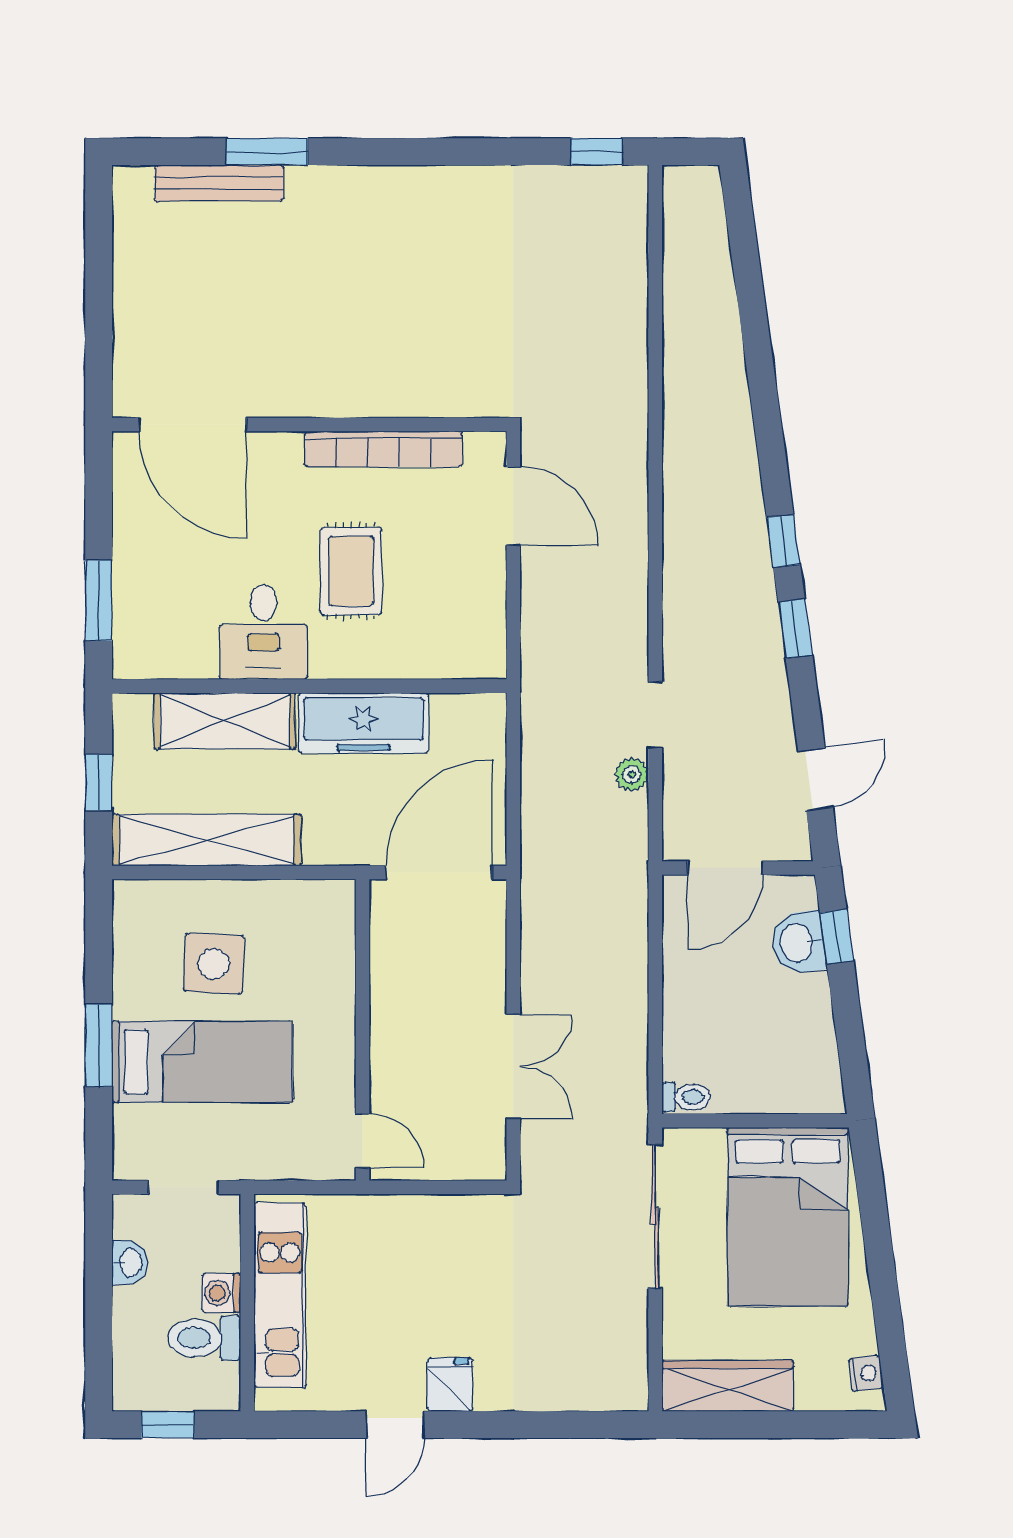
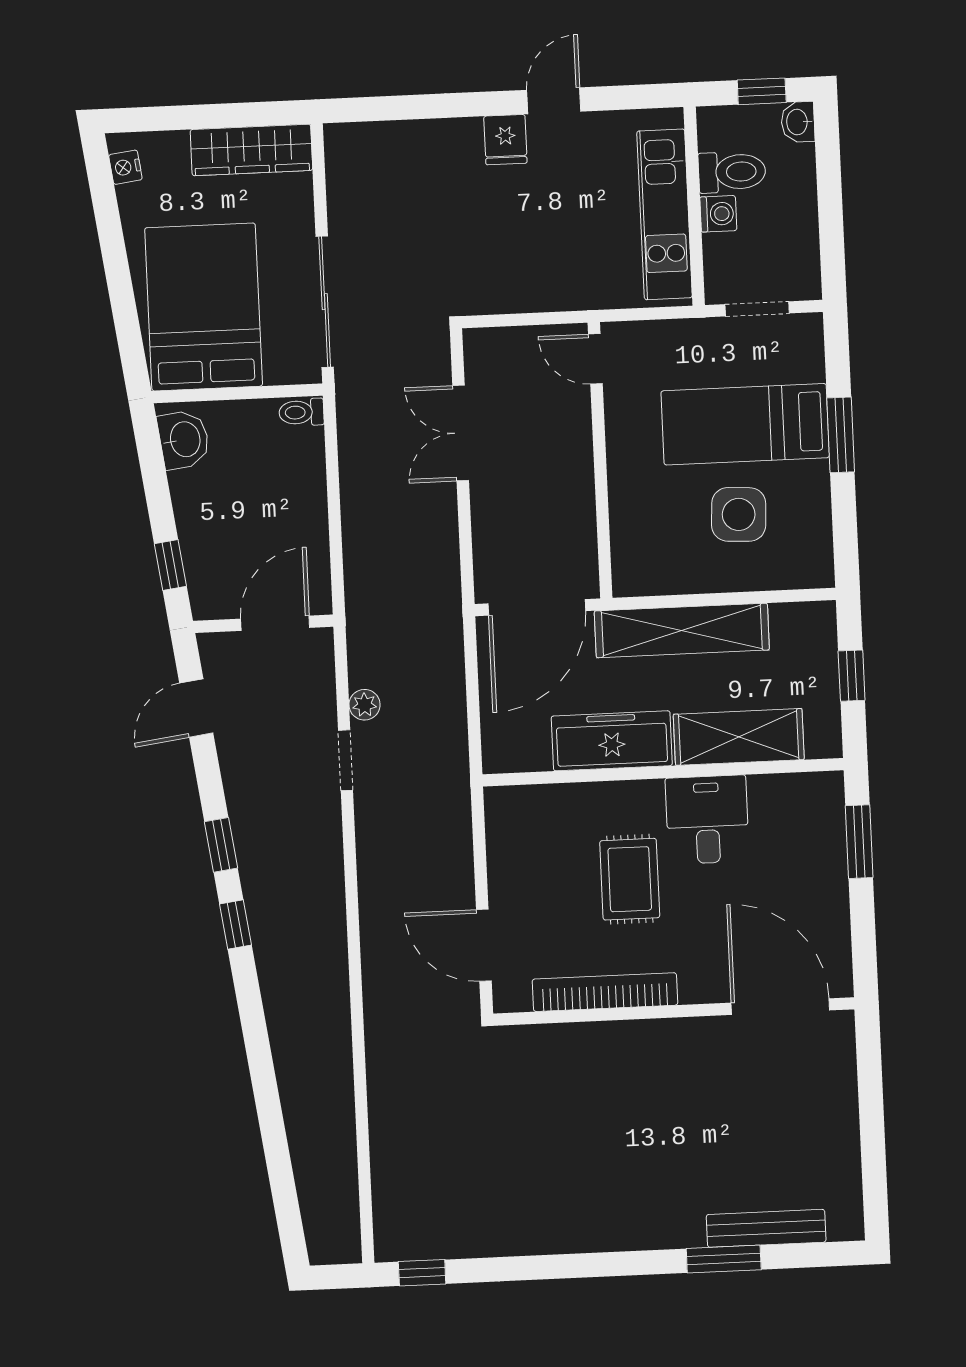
shelving: (206, 840) -> (682, 630), moved
washbasin: (798, 943) -> (184, 439), moved
washbasin: (130, 1262) -> (798, 122), moved

